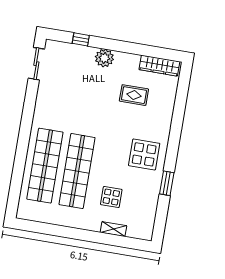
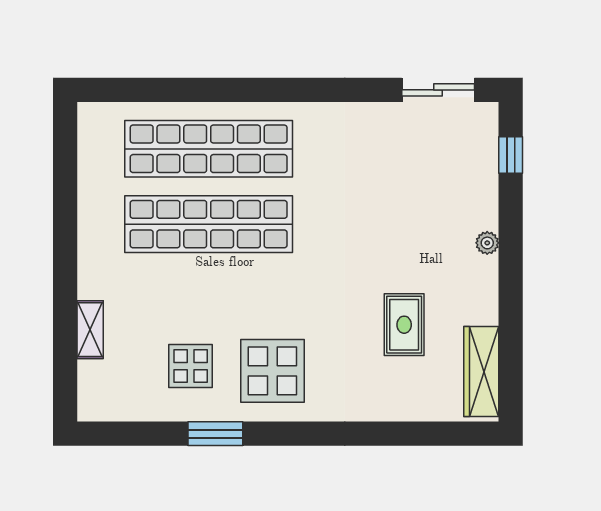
window: (81, 39) -> (511, 155), moved
plant: (104, 58) -> (487, 243), width x0.53, depth x0.53
display table: (111, 197) -> (191, 366), moved

